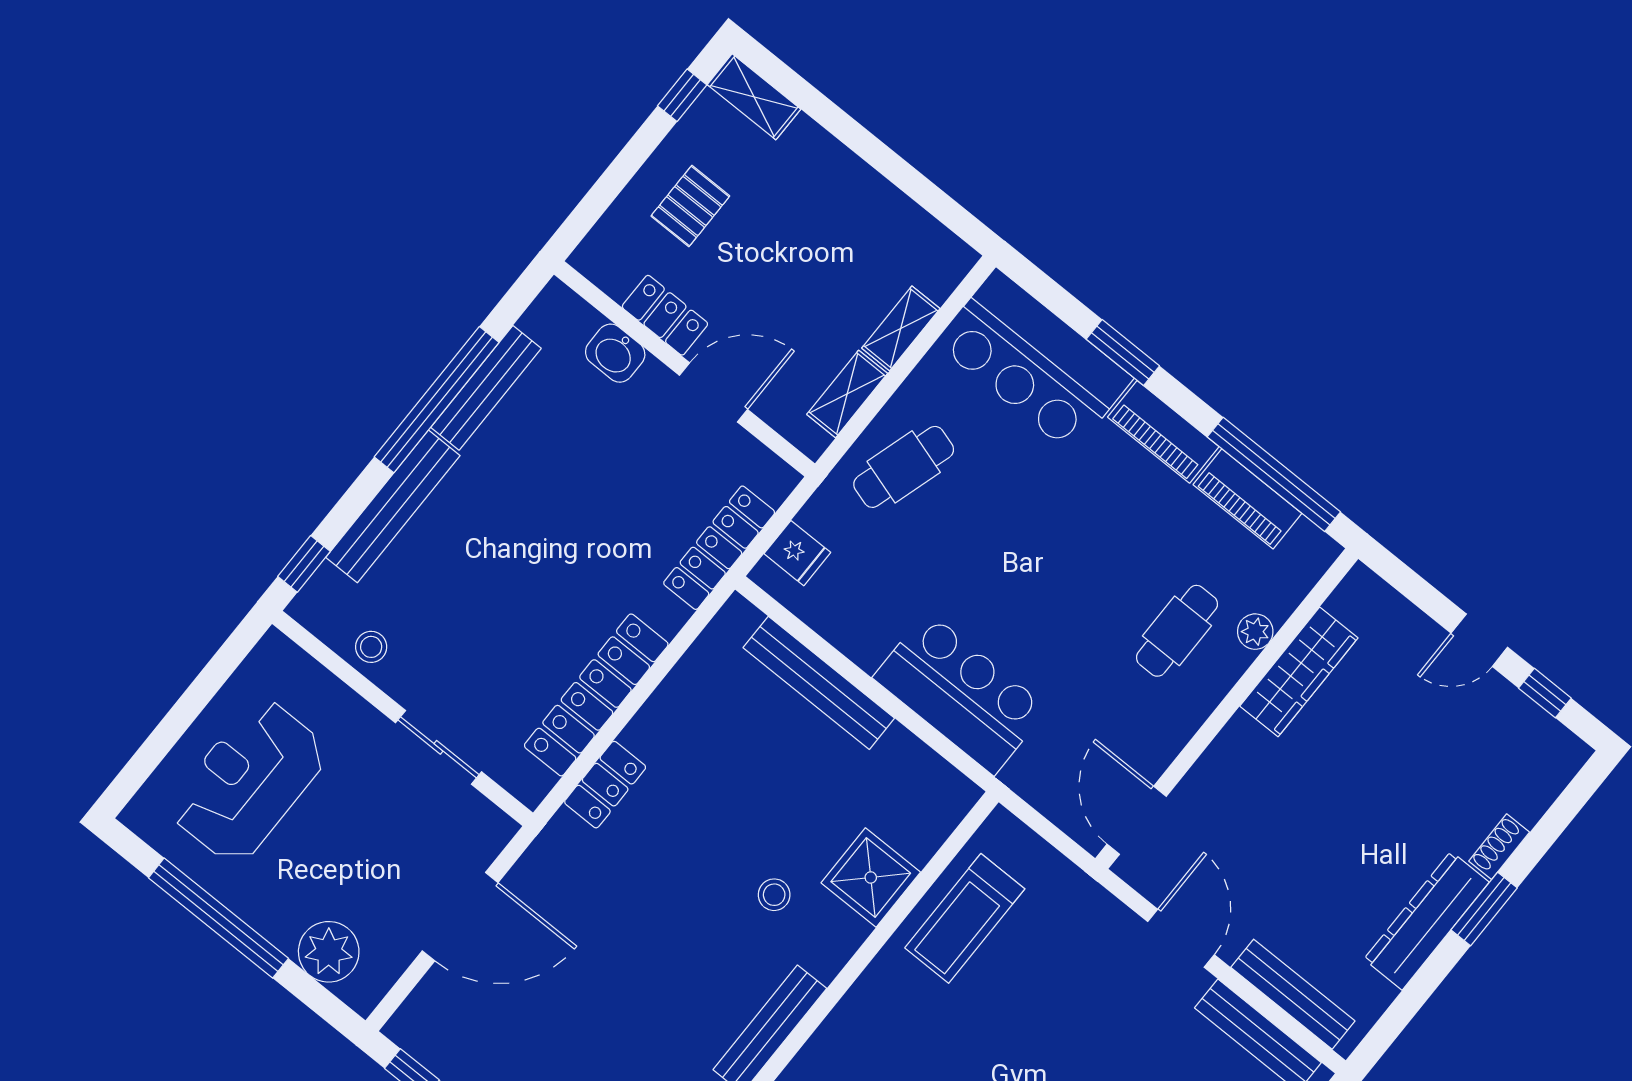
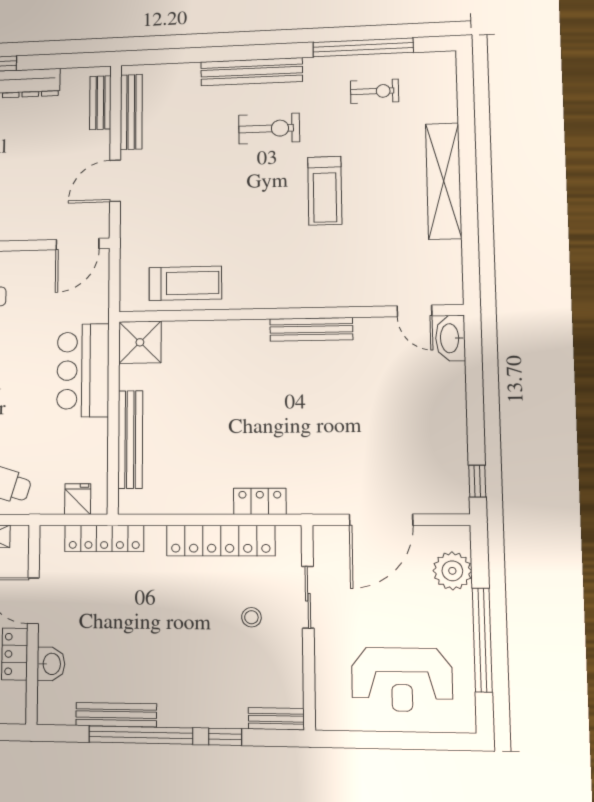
bench: (393, 506) -> (276, 719), moved, width x0.54, depth x0.82
window: (304, 564) -> (225, 737), moved
stool: (371, 647) -> (251, 617), moved
shower: (871, 877) -> (140, 342), moved
stool: (774, 895) -> (246, 379), removed
door: (460, 917) -> (381, 520), swing flipped
bench: (1293, 994) -> (100, 103), width x0.73

